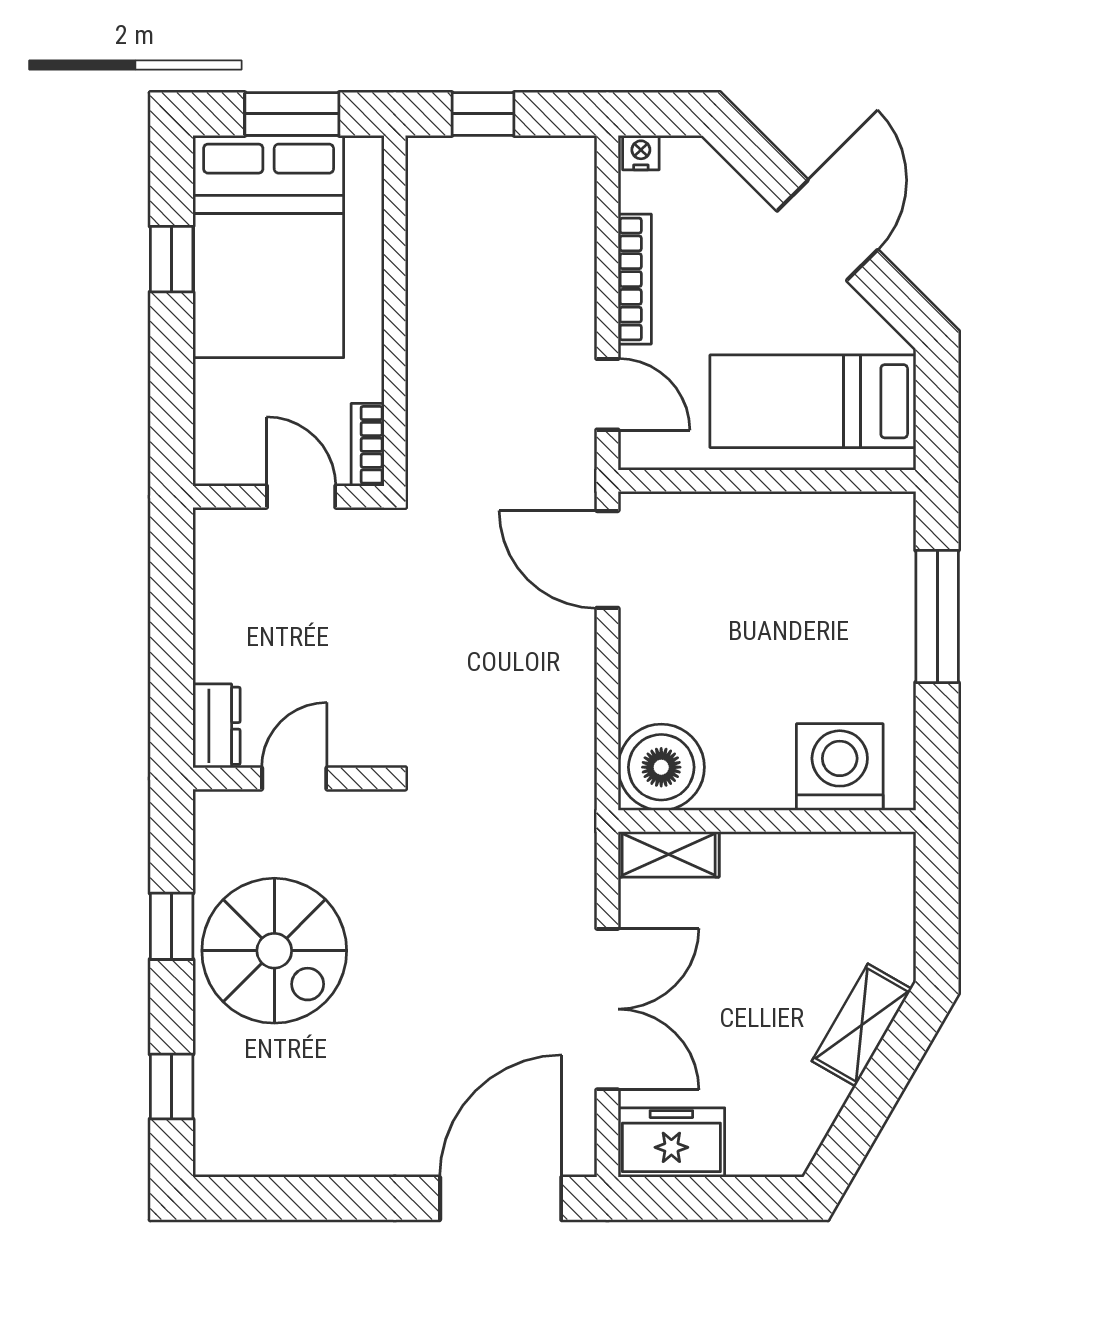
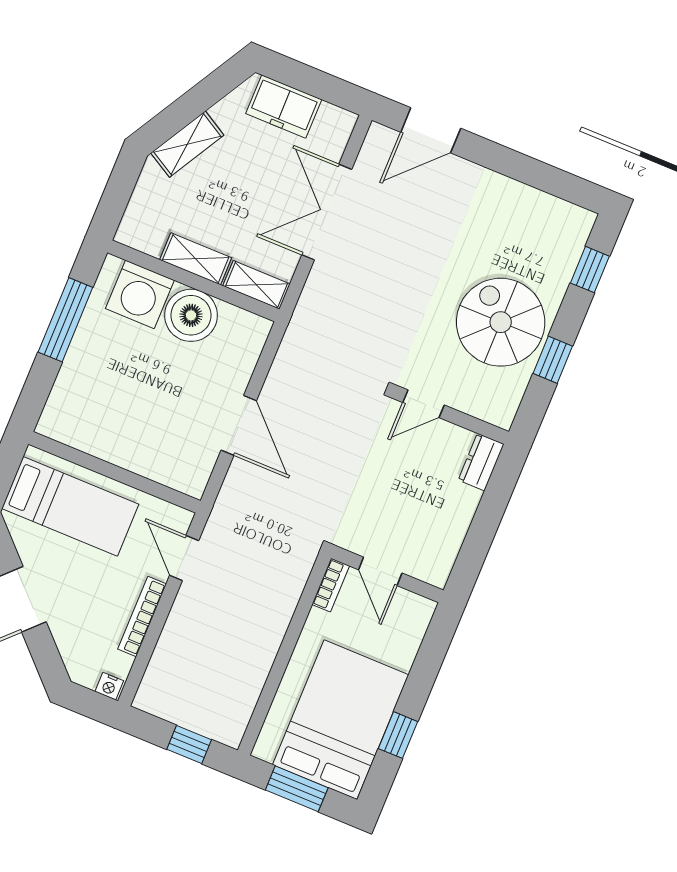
door: (607, 559) -> (239, 425), moved
window: (937, 616) -> (65, 320), moved
boiler: (661, 767) -> (191, 315), moved
door: (294, 778) -> (424, 404), moved
shelving: (777, 856) -> (196, 259), added
freezer: (671, 1143) -> (284, 107), moved
door: (501, 1198) -> (431, 130), width x0.73

